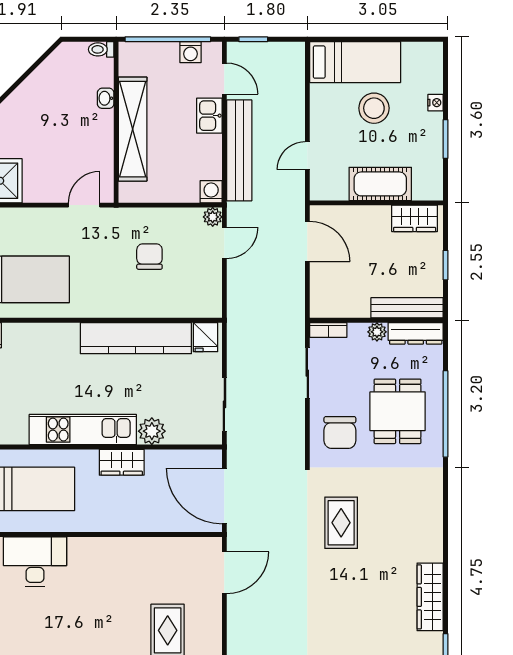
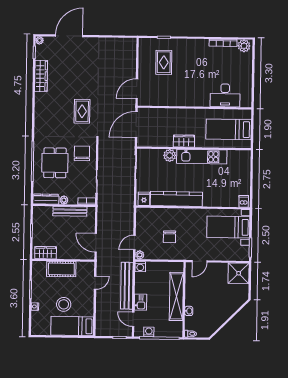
bench: (407, 308) -> (70, 211), moved
door: (224, 496) -> (136, 125), swing flipped

